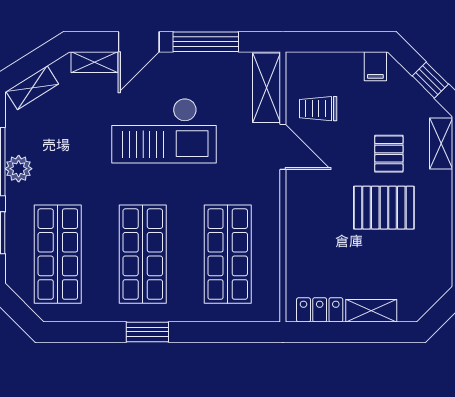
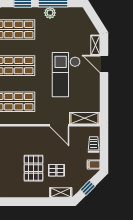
window: (206, 42) -> (104, 92), removed
shelving: (32, 88) -> (84, 19), removed
trolley: (318, 109) -> (94, 144), moved
door: (283, 147) -> (59, 125), hinge flipped

